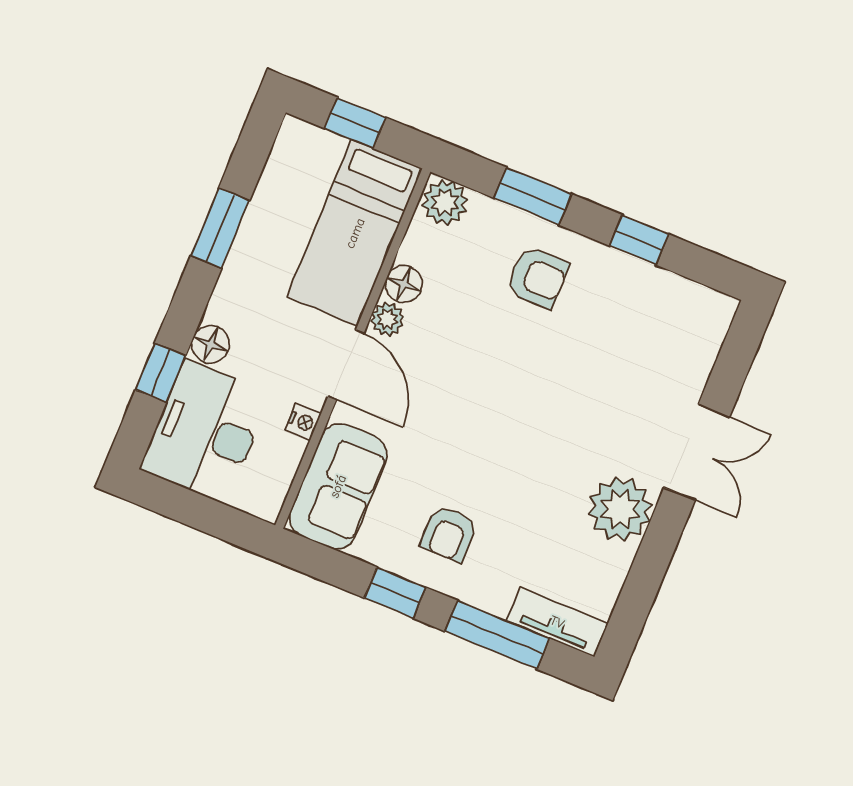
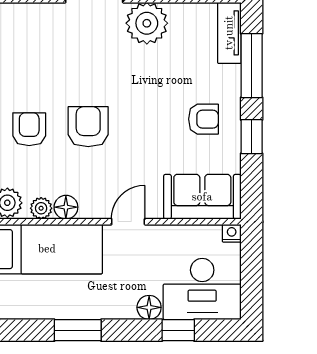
plant: (388, 319) -> (41, 208), moved
armchair: (506, 364) -> (88, 127), added
door: (346, 365) -> (128, 222), width x0.73
nightstand: (303, 422) -> (232, 233), moved

